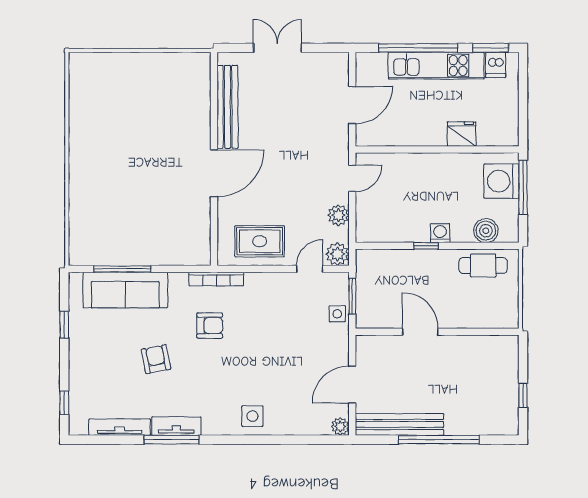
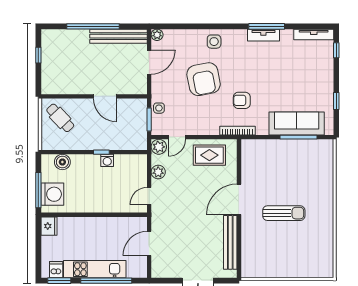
fridge: (462, 134) -> (49, 226), moved, turned -90
sun lounger: (145, 152) -> (284, 213), added
washing machine: (440, 233) -> (107, 160), moved
cafe table: (483, 266) -> (60, 118), moved, turned 47
armchair: (156, 359) -> (204, 79), moved, width x1.88, depth x1.88
tv unit: (120, 427) -> (314, 34), moved

